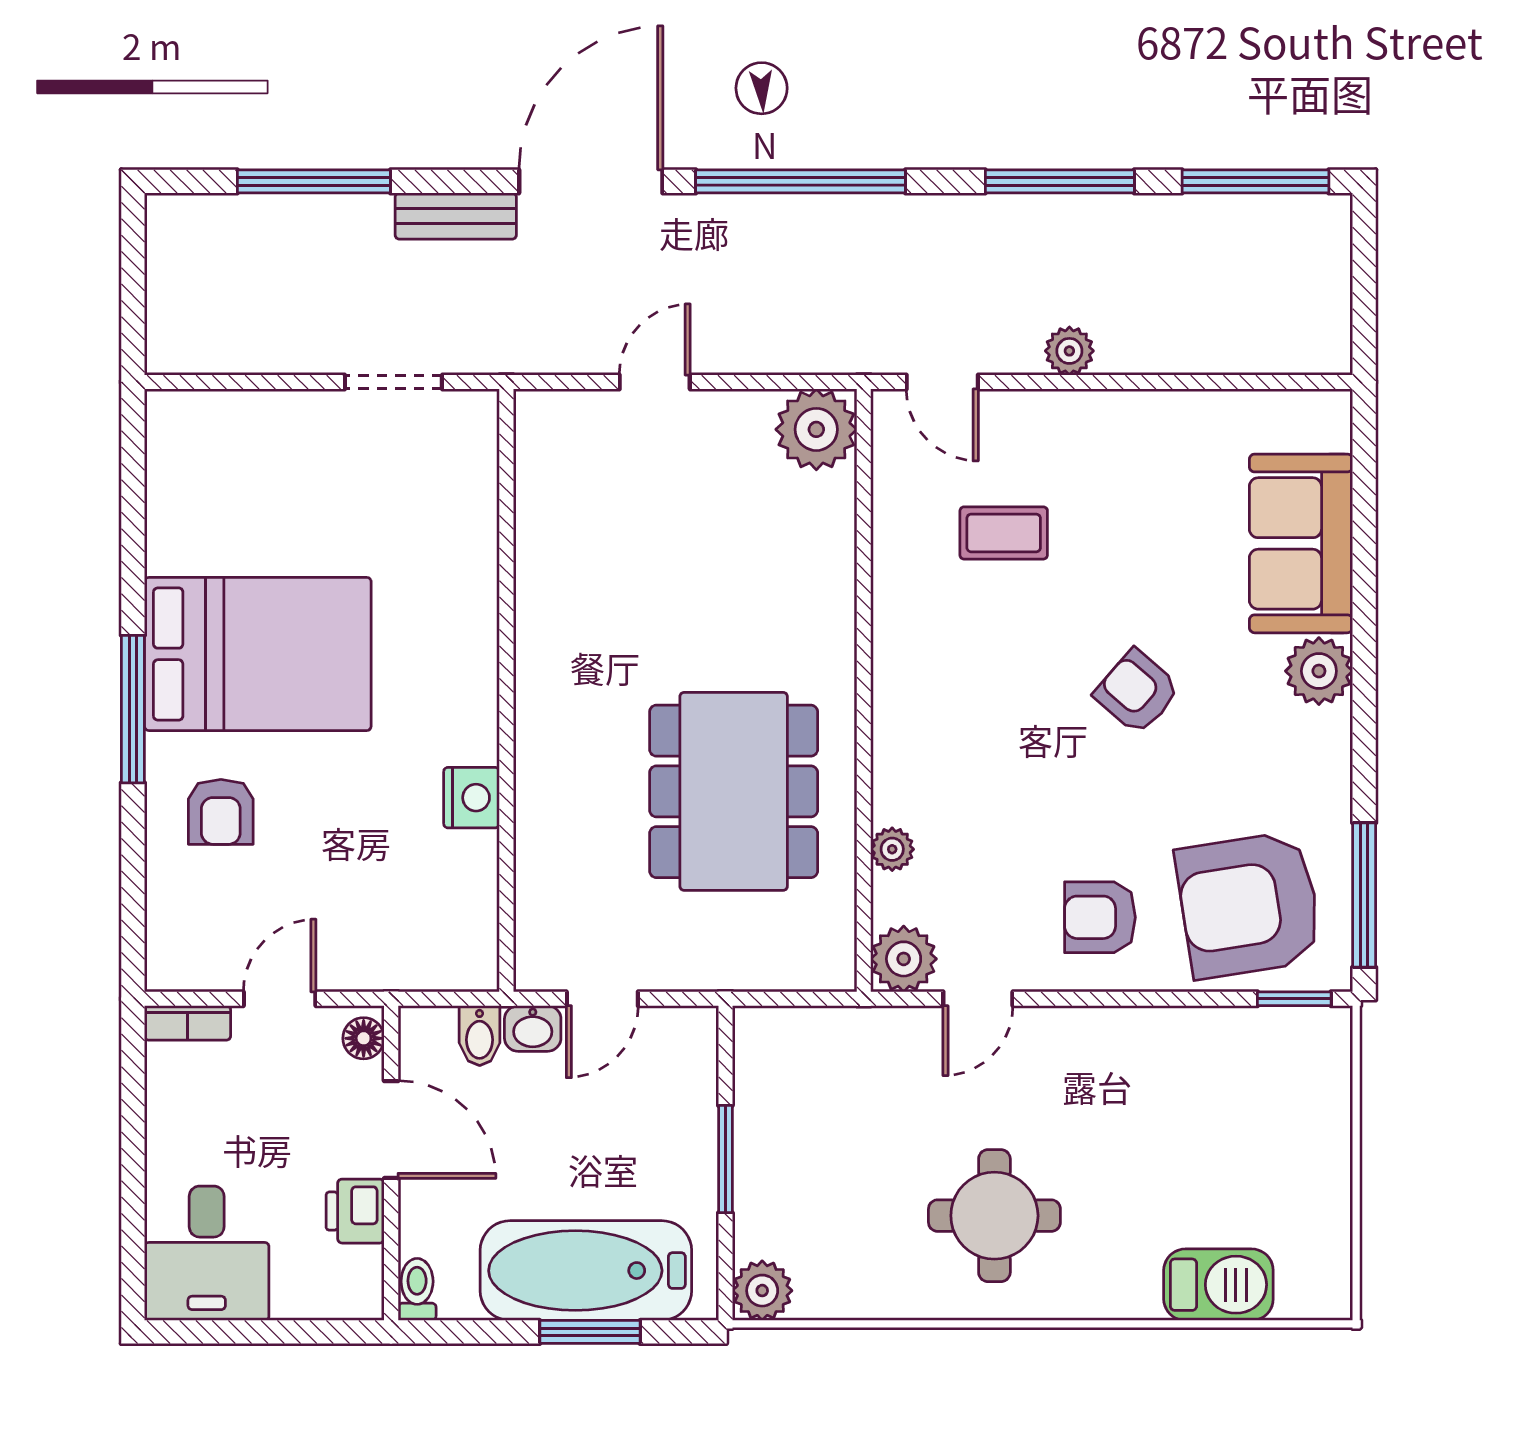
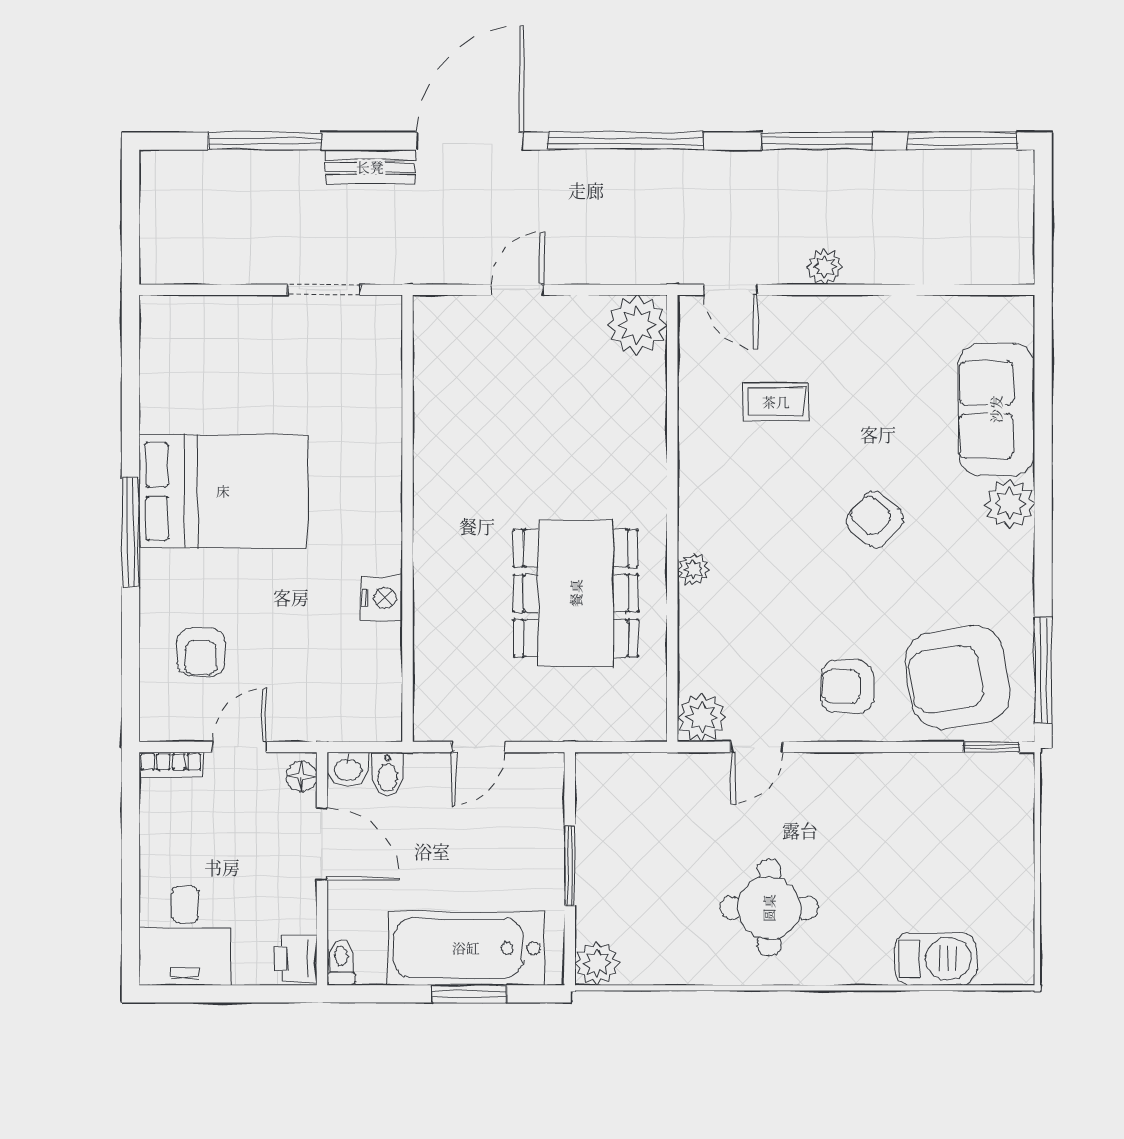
armchair: (221, 812) -> (201, 652), moved
plant: (892, 849) -> (693, 569), moved
washbasin: (533, 1029) -> (348, 769), moved
printer: (355, 1211) -> (295, 958), moved

